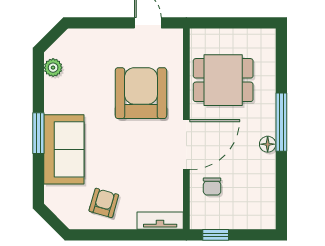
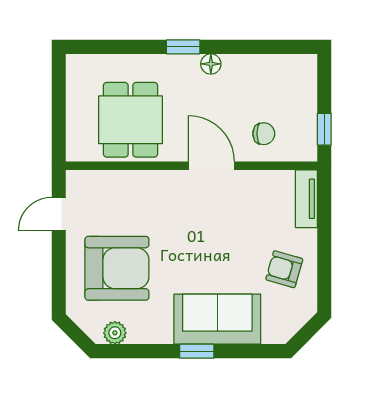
armchair: (141, 93) -> (117, 268), moved, turned 180
window: (281, 122) -> (183, 47), width x0.46
window: (38, 133) -> (197, 351), width x0.67
door: (186, 145) -> (211, 166), width x0.73

